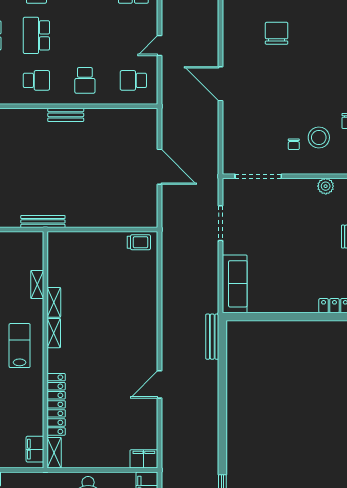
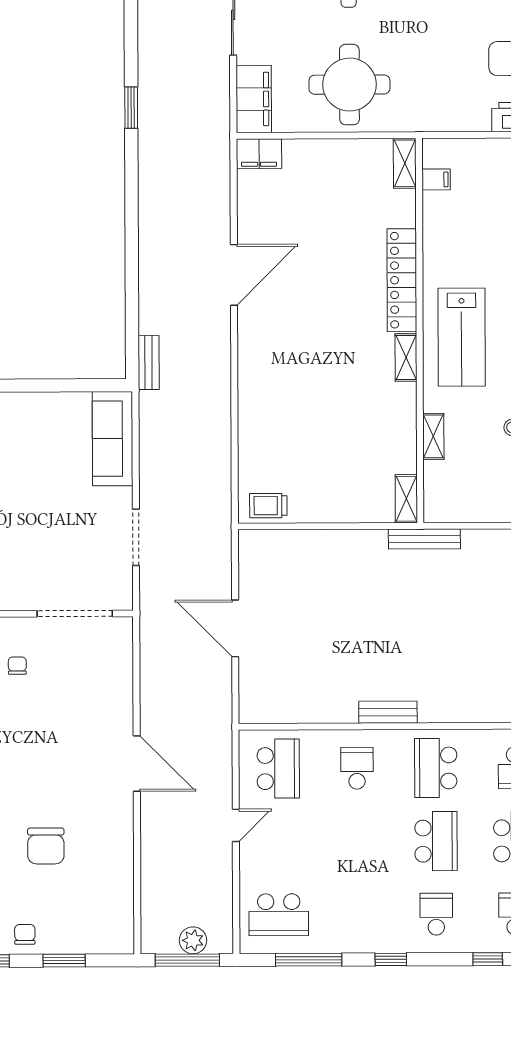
school desk: (36, 80) -> (436, 768), width x1.85
school desk: (133, 80) -> (278, 769), width x1.85
shelving: (54, 302) -> (406, 499), moved
bench: (212, 337) -> (149, 363), width x0.73
lab bench: (20, 346) -> (462, 337), width x1.36, depth x1.39
door: (160, 384) -> (234, 275), width x1.36
locker: (56, 404) -> (402, 280), moved
filing cabinet: (35, 449) -> (436, 179), width x0.50

